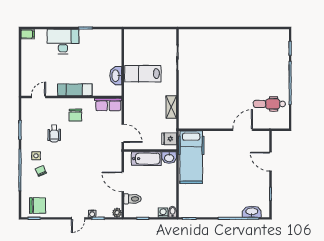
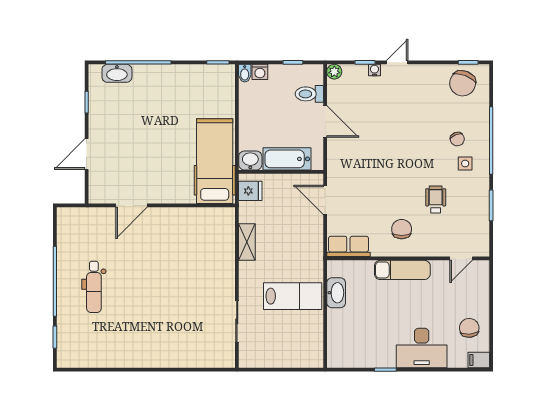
chair: (33, 54) -> (469, 328), added
dental chair: (269, 104) -> (94, 287), moved, turned 90
door: (270, 162) -> (87, 154), swing flipped
chair: (38, 205) -> (463, 83), turned -69

